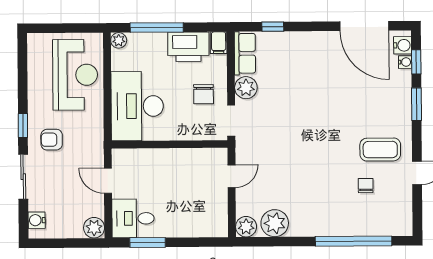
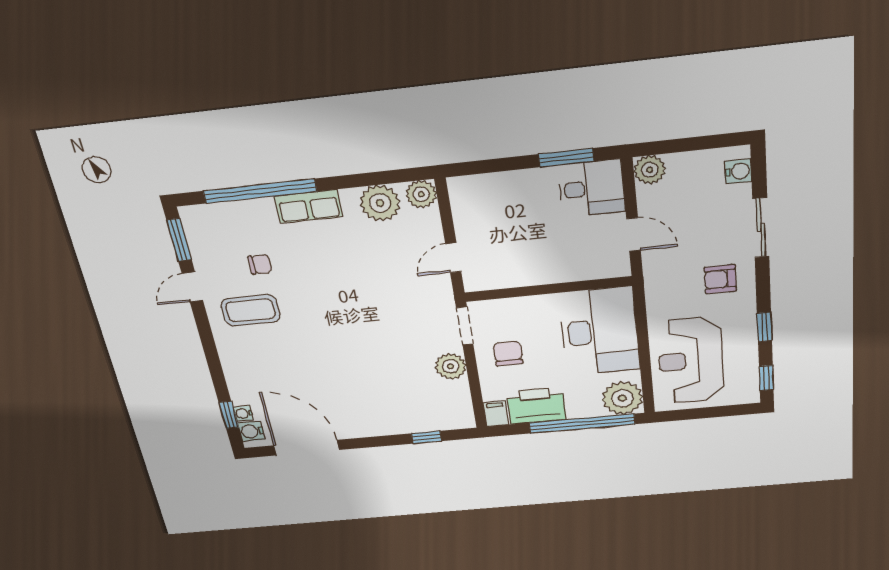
window: (157, 27) -> (582, 424), width x1.46
plant: (119, 40) -> (622, 398), width x1.88, depth x1.88
row of seats: (245, 53) -> (309, 206), moved, turned -90
window: (22, 54) -> (766, 378), added
window: (417, 104) -> (179, 240), moved
window: (23, 126) -> (764, 327), moved
armchair: (52, 140) -> (720, 279), turned 180
chair: (366, 186) -> (260, 264), turned -90

